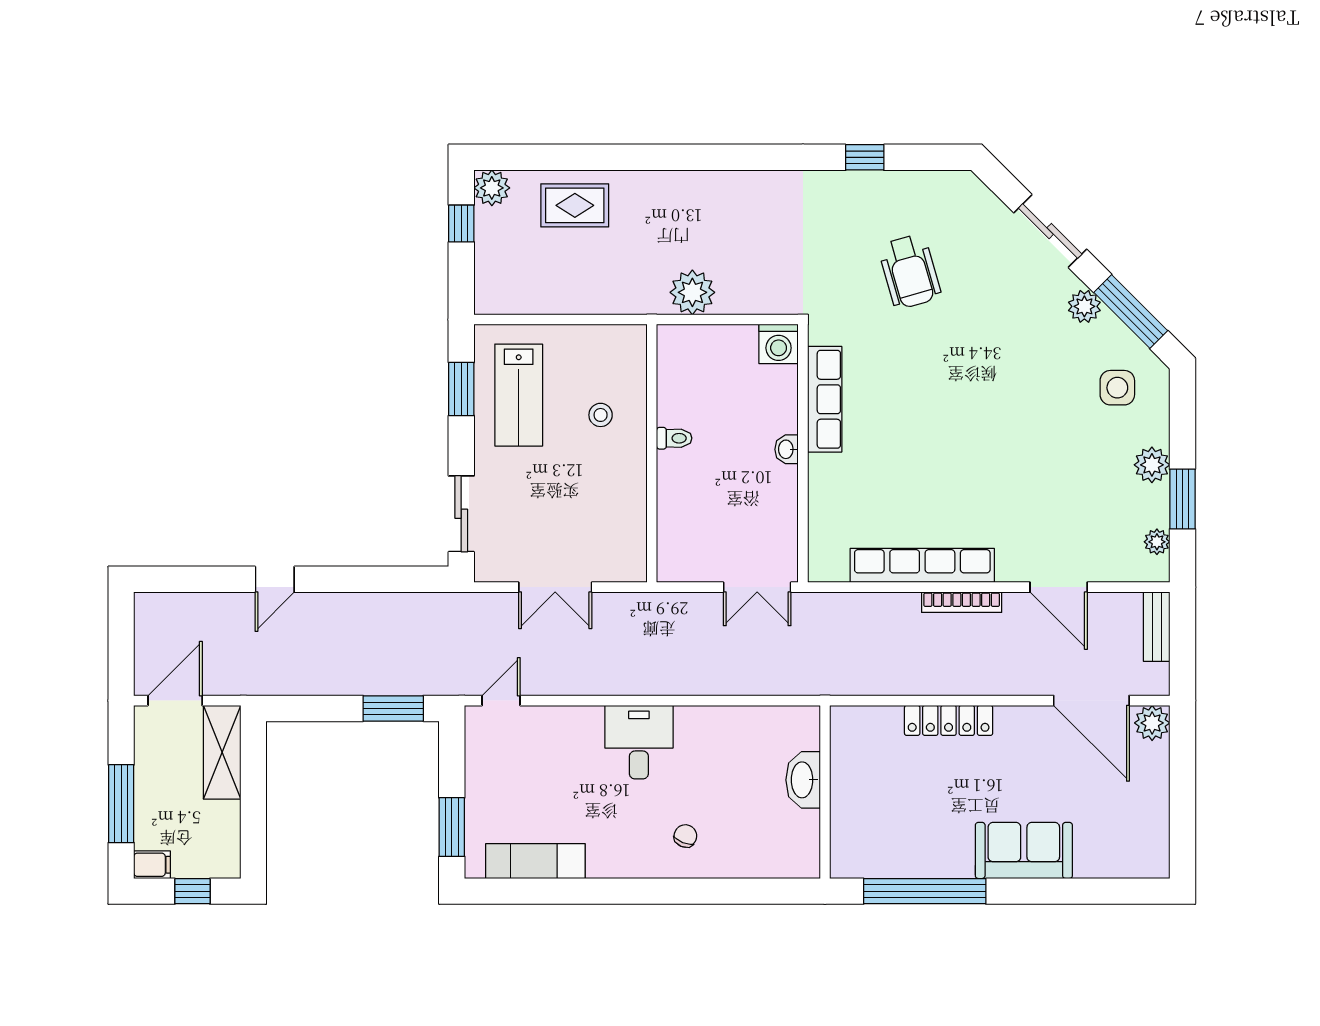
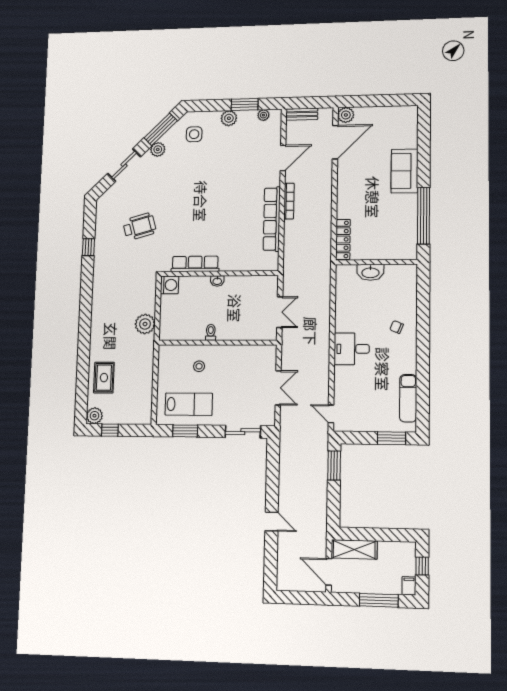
double door: (757, 587) -> (280, 312), moved
locker: (949, 720) -> (343, 239), moved

